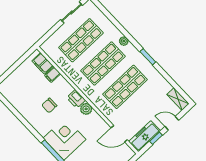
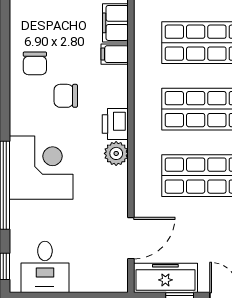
chair: (28, 104) -> (35, 63), added
door: (119, 134) -> (131, 238), swing flipped

